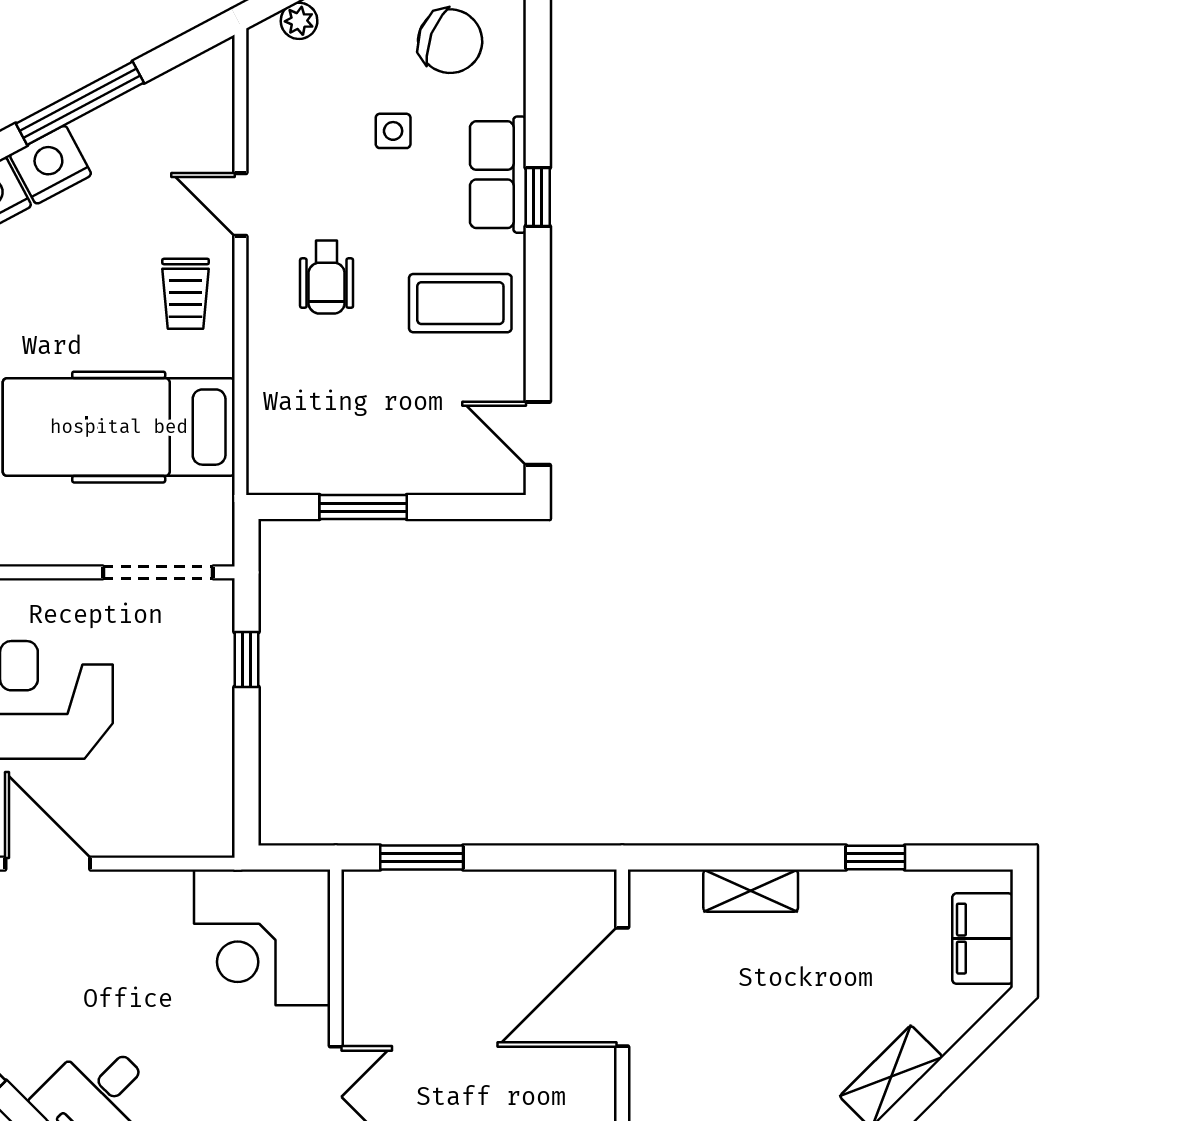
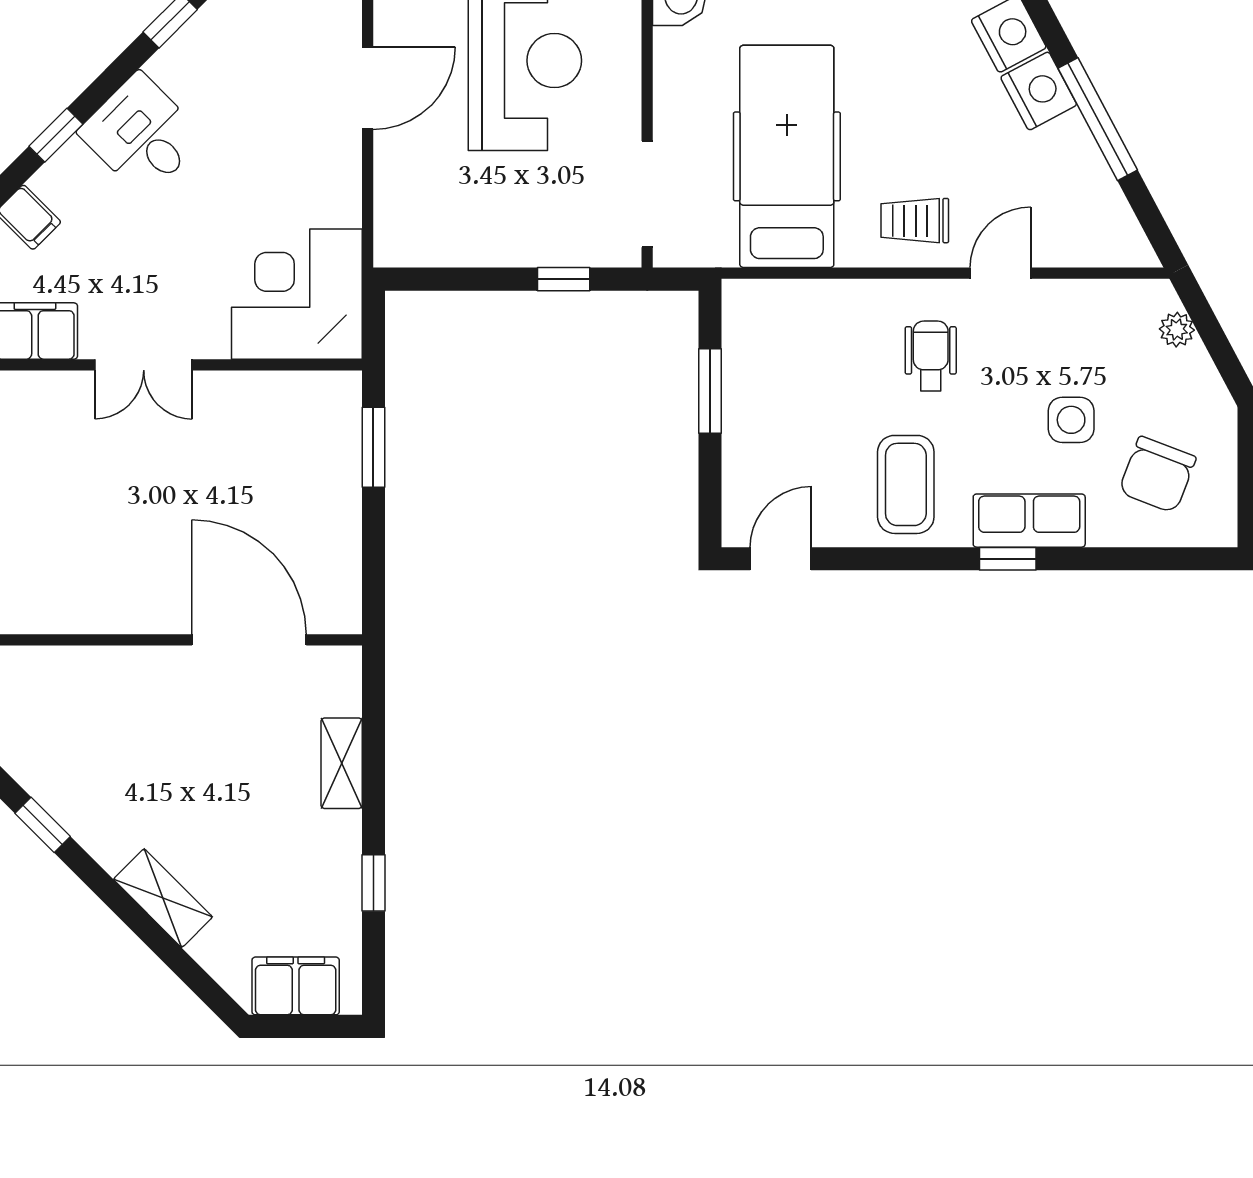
side table: (393, 131) -> (1071, 420), width x1.37, depth x1.37
wheelchair: (327, 277) -> (931, 356), turned 90

